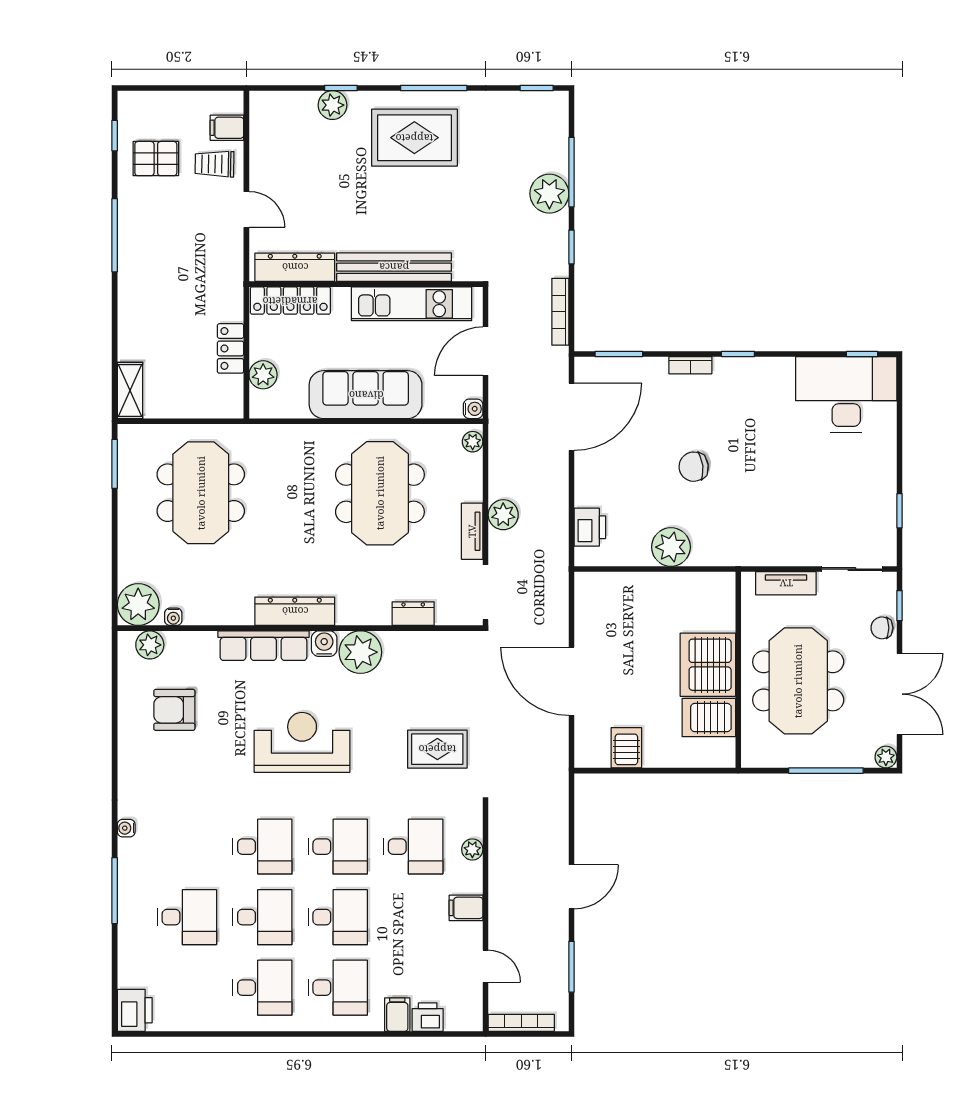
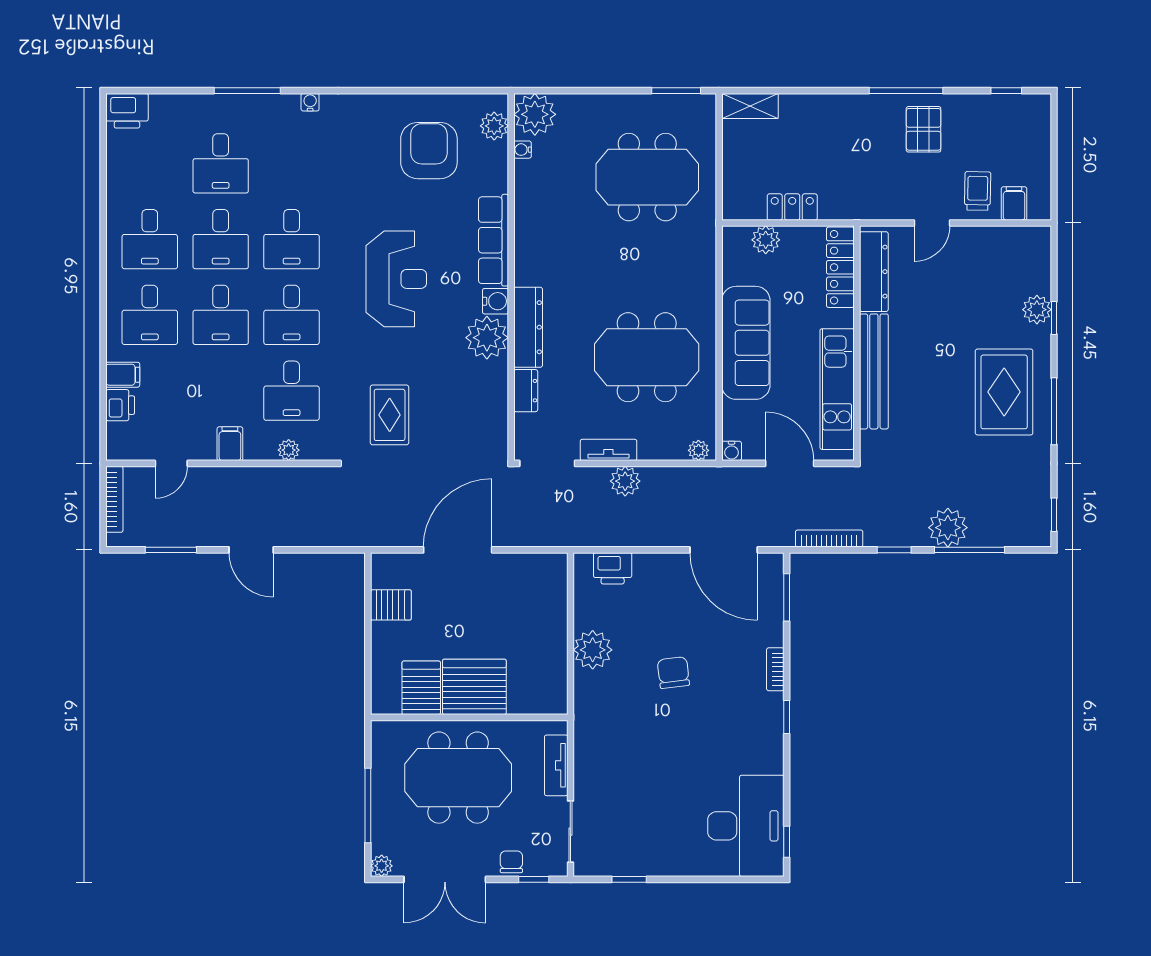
pallet: (156, 159) -> (924, 129), moved
dresser: (295, 611) -> (528, 327), moved
armchair: (174, 710) -> (429, 151), width x1.36, depth x1.36

